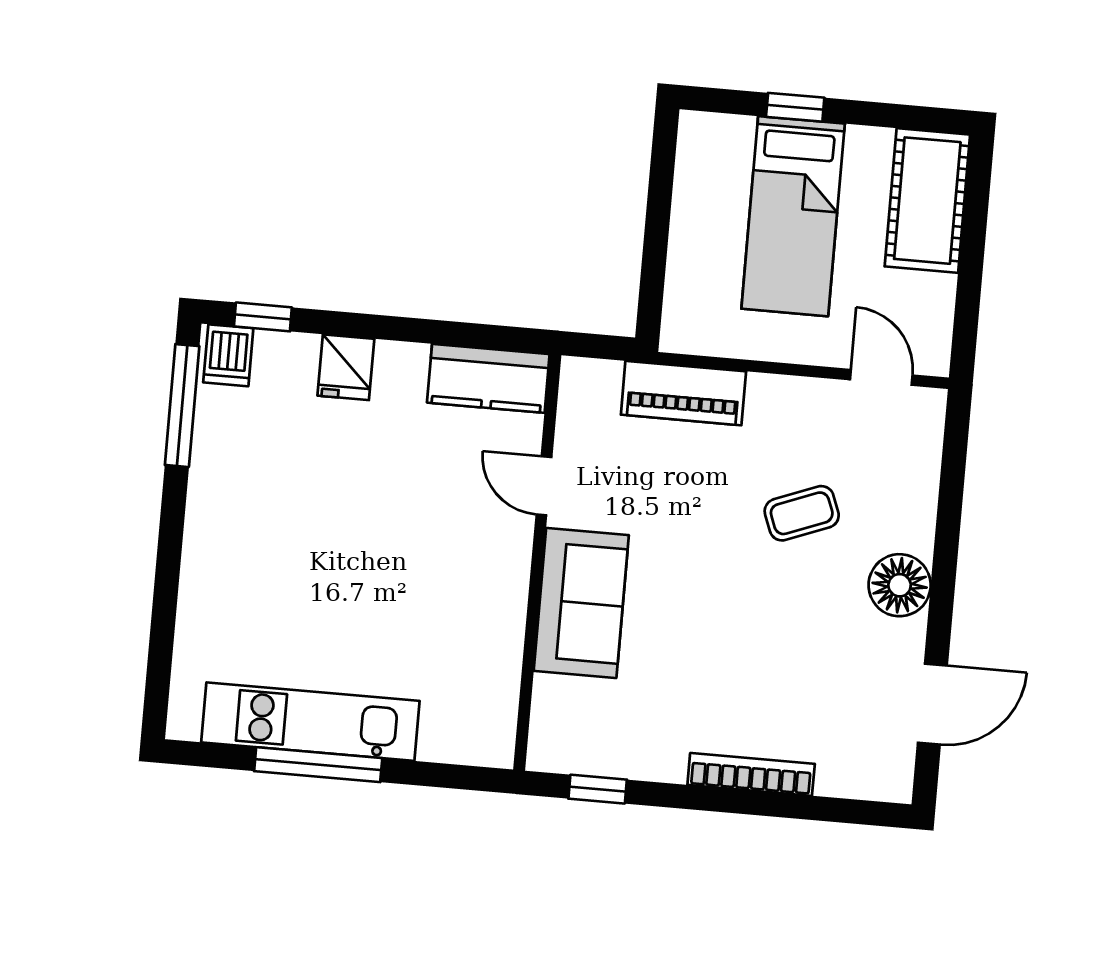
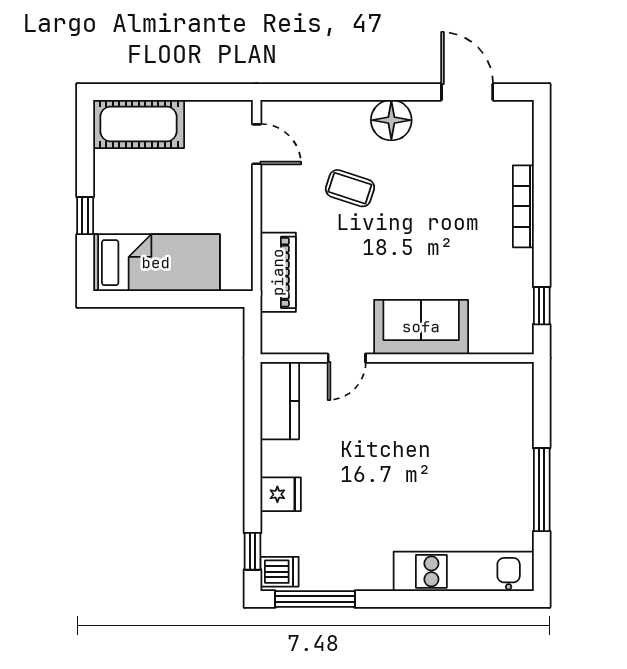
bed: (793, 216) -> (156, 263), moved
door: (881, 377) -> (257, 144), swing flipped
coffee table: (802, 513) -> (350, 188), turned -51
kitchen unit: (310, 722) -> (464, 571), moved, turned 90

